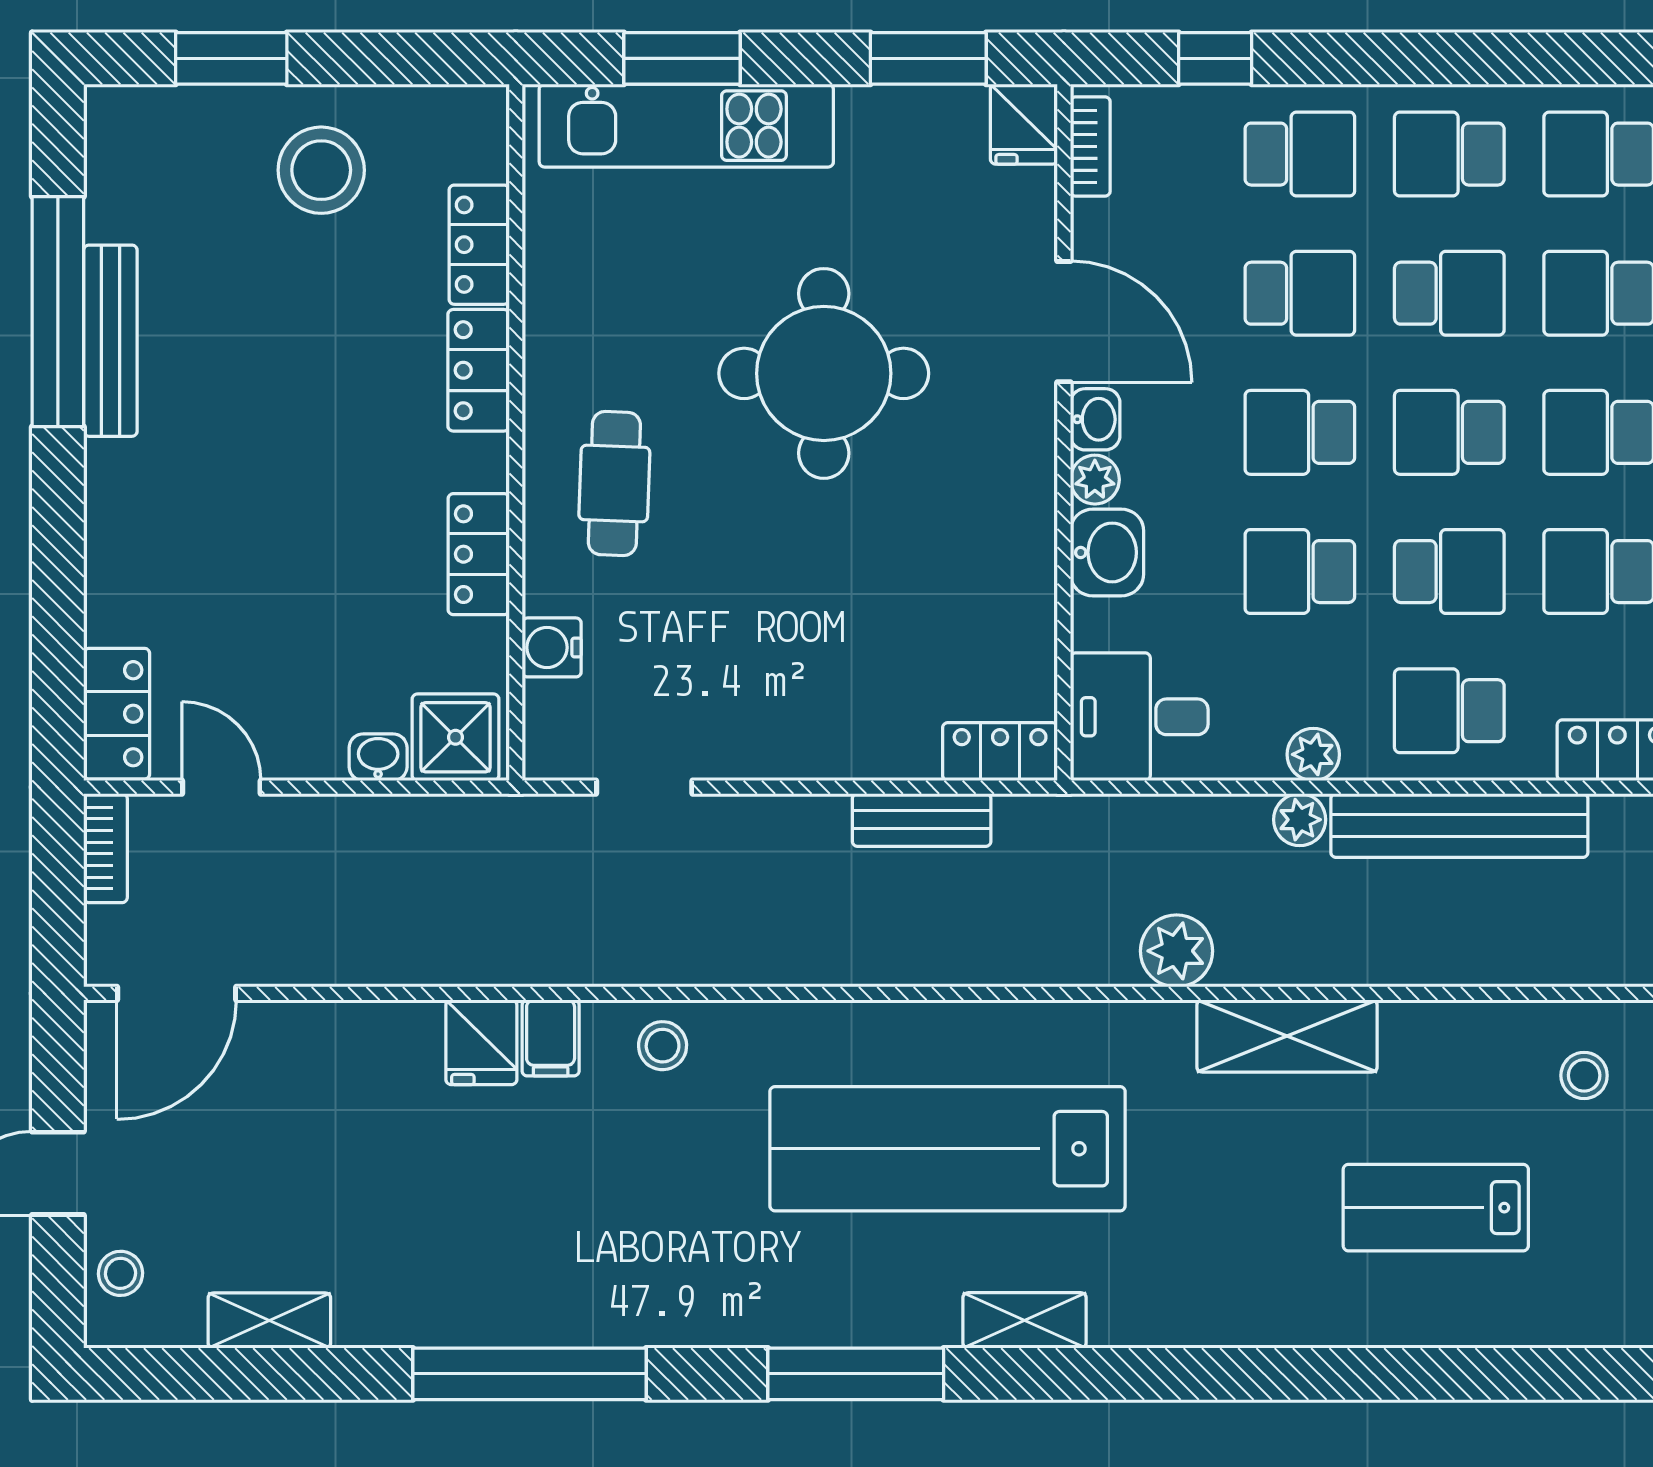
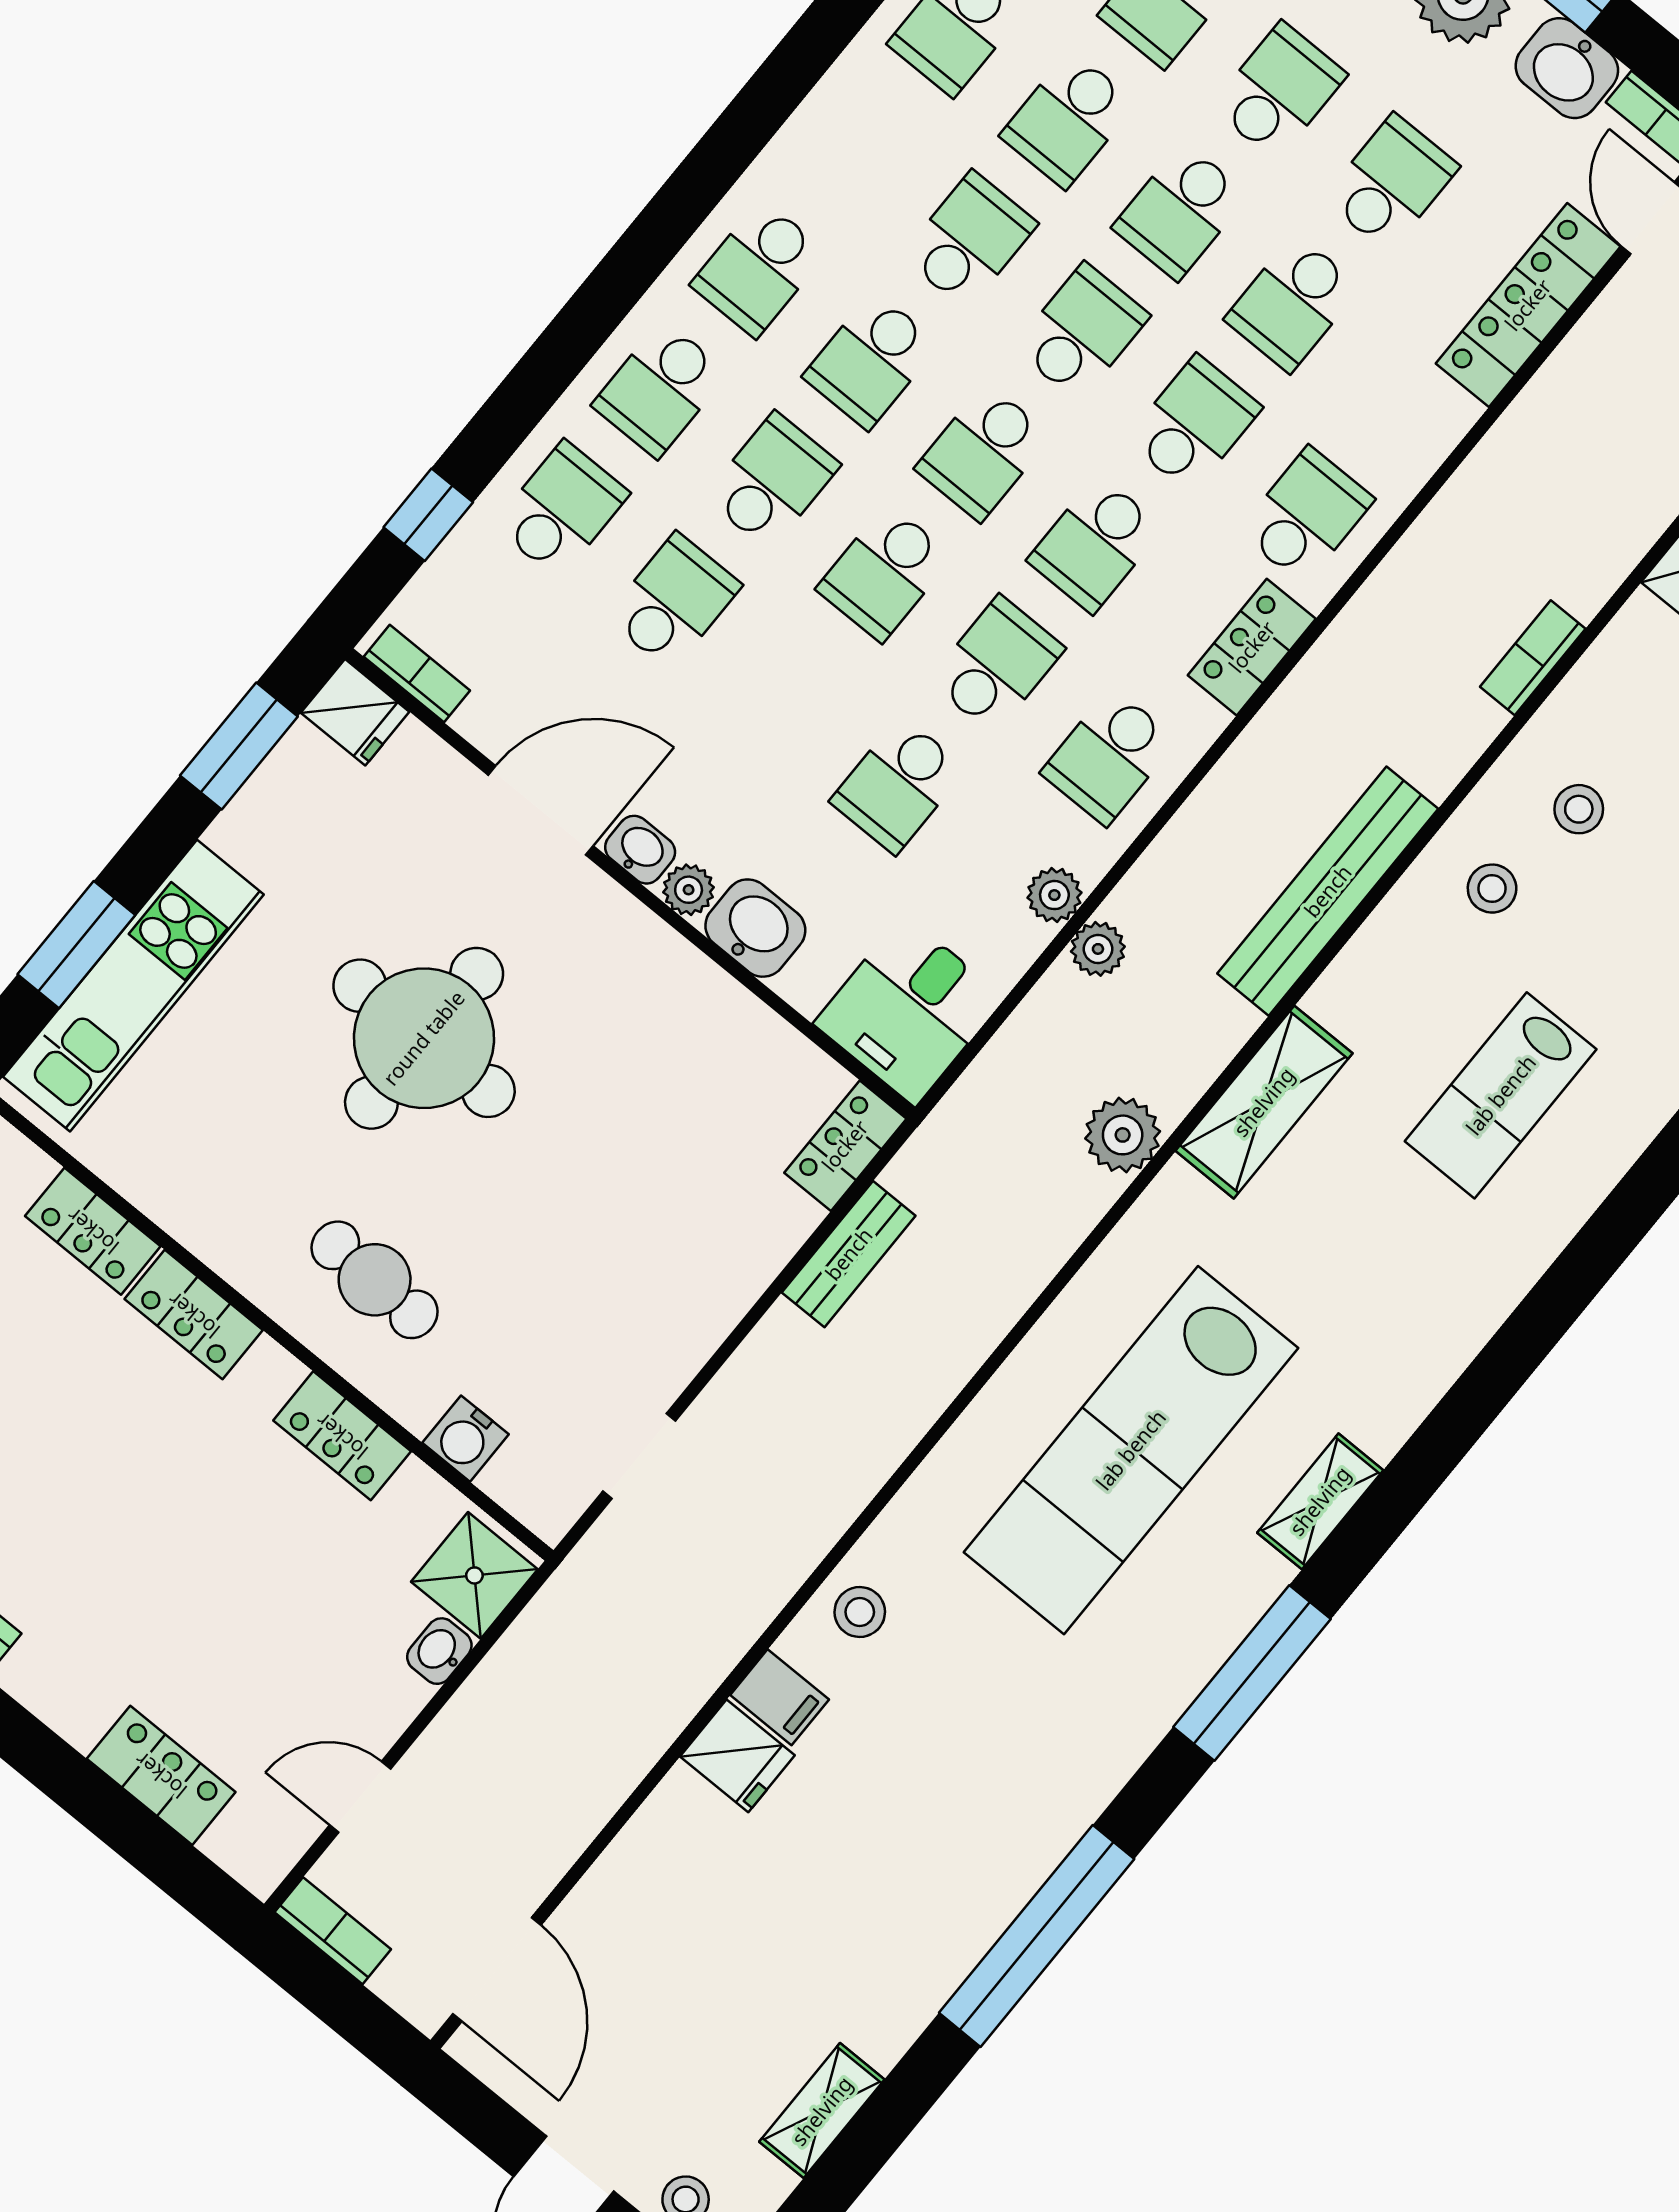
school desk: (1300, 432) -> (786, 693), removed
locker: (117, 714) -> (161, 1775), moved
bench: (1459, 826) -> (1328, 891), moved

